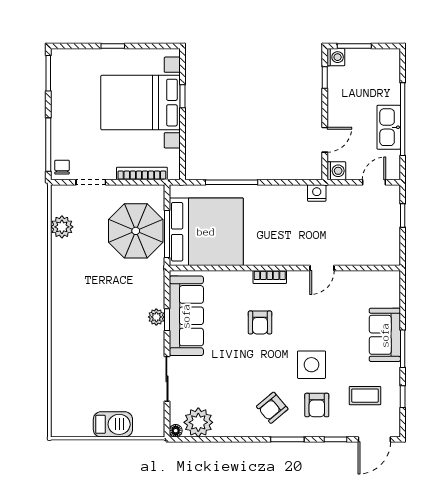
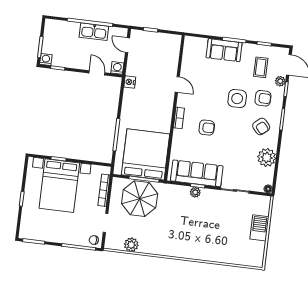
plant: (198, 422) -> (267, 157), moved
plant: (347, 429) -> (280, 81), added

